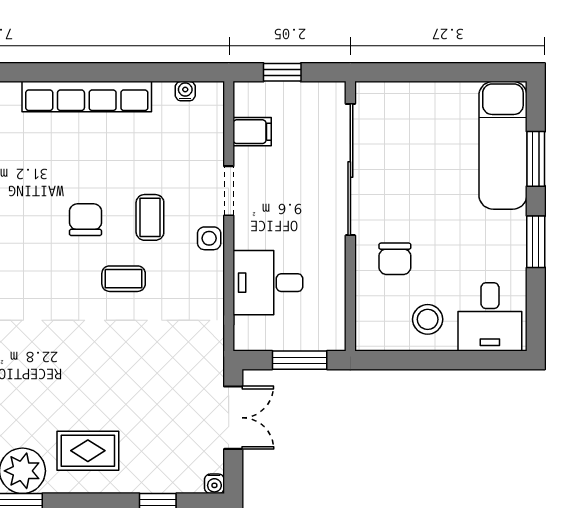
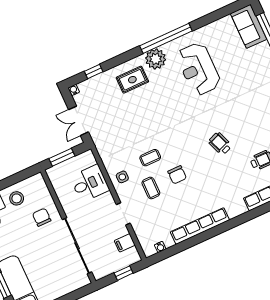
side table: (209, 238) -> (122, 177), moved

